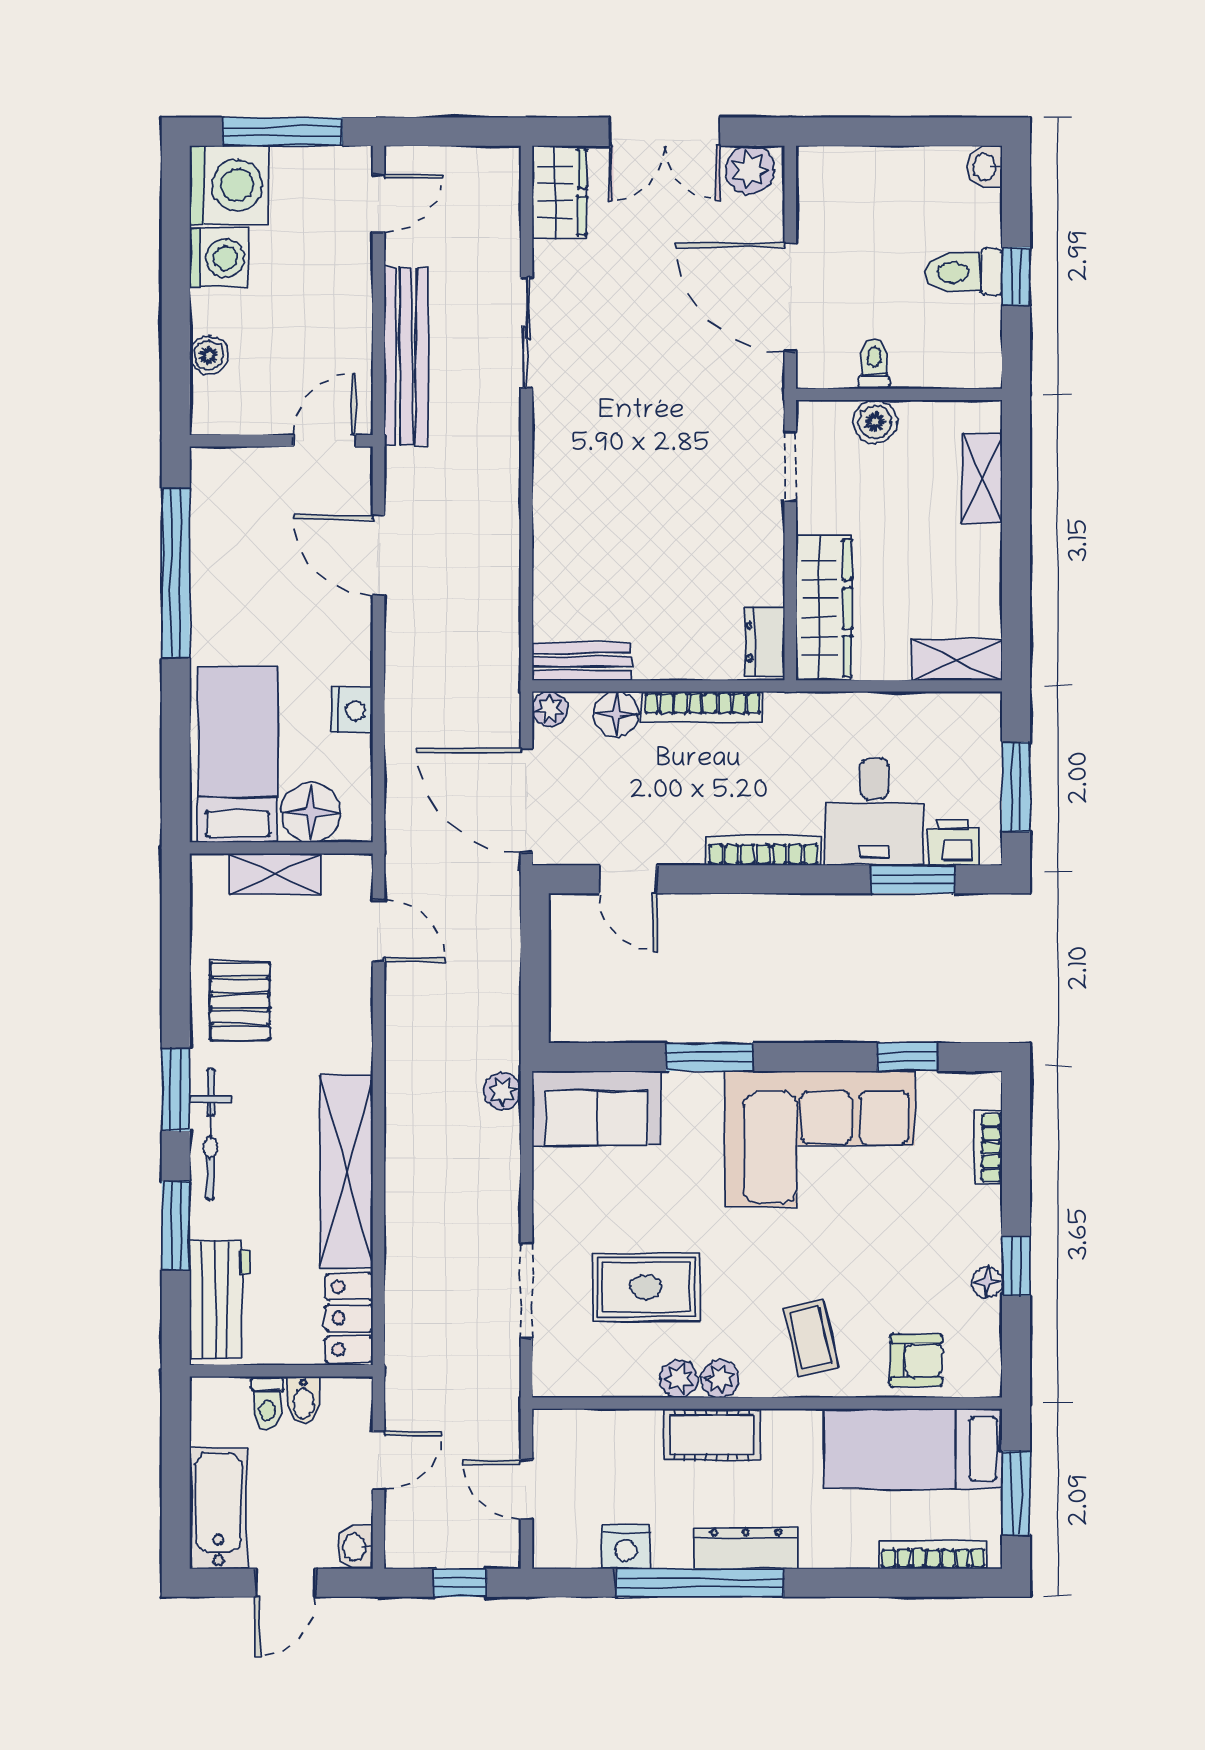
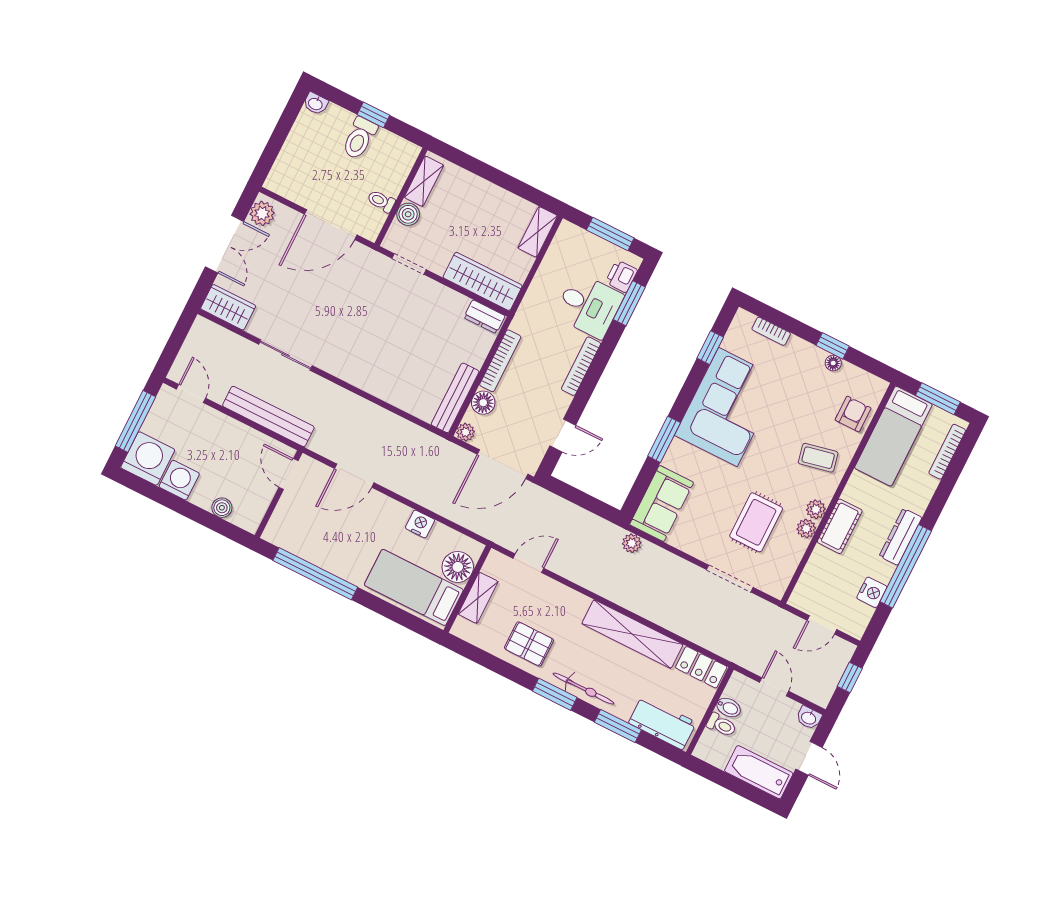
shelving: (982, 478) -> (424, 181), moved, turned 90
bench: (582, 662) -> (455, 398), width x1.36

